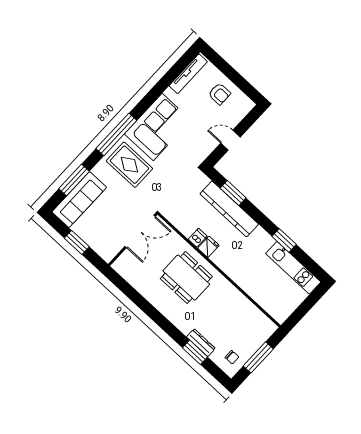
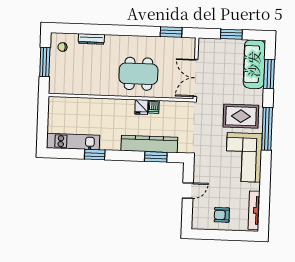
window: (195, 352) -> (171, 32), moved

